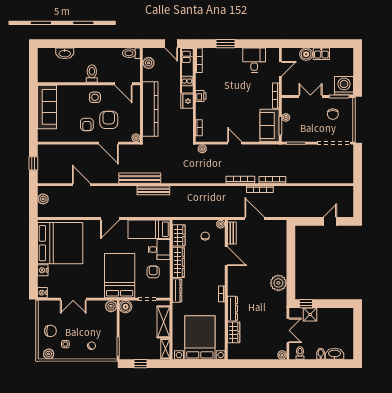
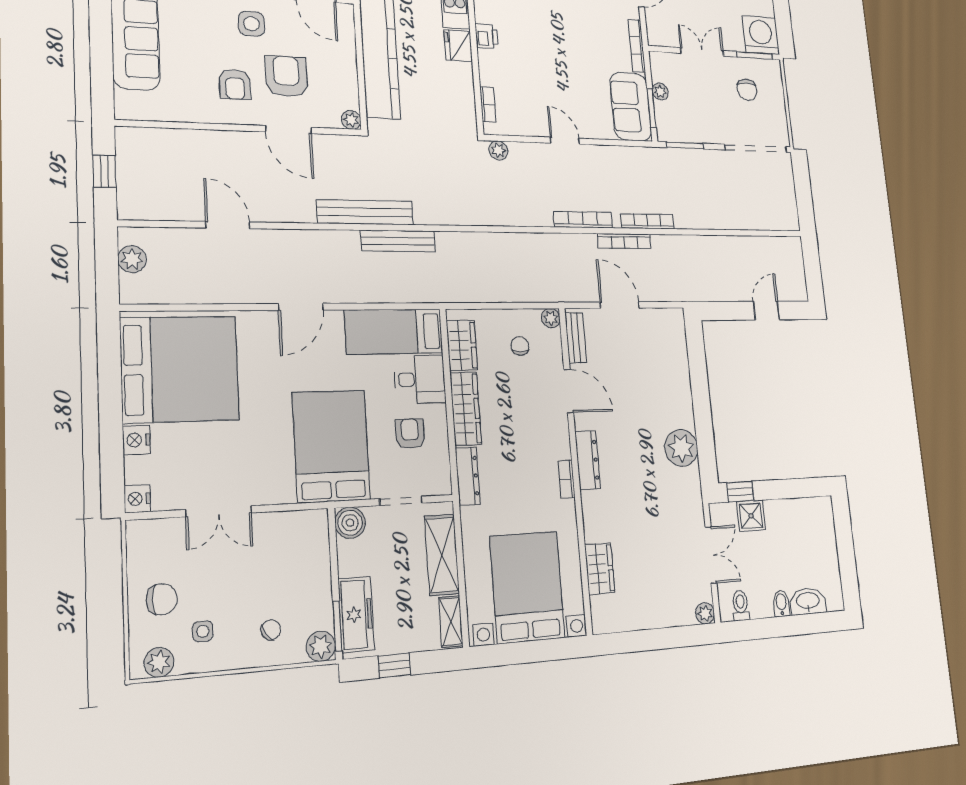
plant: (111, 306) -> (321, 646), moved
dresser: (232, 309) -> (588, 460), moved
freezer: (126, 343) -> (356, 614), added

